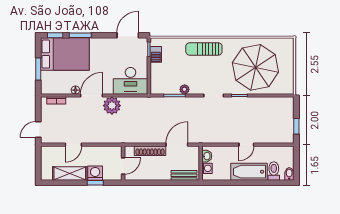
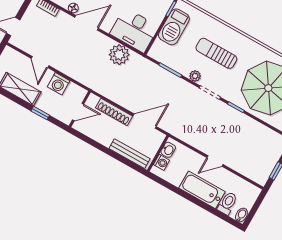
sun lounger: (204, 49) -> (216, 53), moved
barbecue: (156, 54) -> (174, 27), width x1.88, depth x1.53
plant: (184, 89) -> (195, 76), moved
plant: (112, 106) -> (119, 55), moved
door: (73, 145) -> (40, 62), hinge flipped
washing machine: (95, 173) -> (59, 84), moved, turned 180
bench: (184, 175) -> (129, 154), width x1.36

